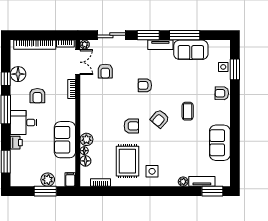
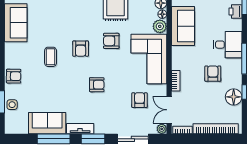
corner sofa: (97, 109) -> (149, 59), added
armchair: (160, 119) -> (81, 49), turned 139
printer: (16, 143) -> (236, 11), moved

